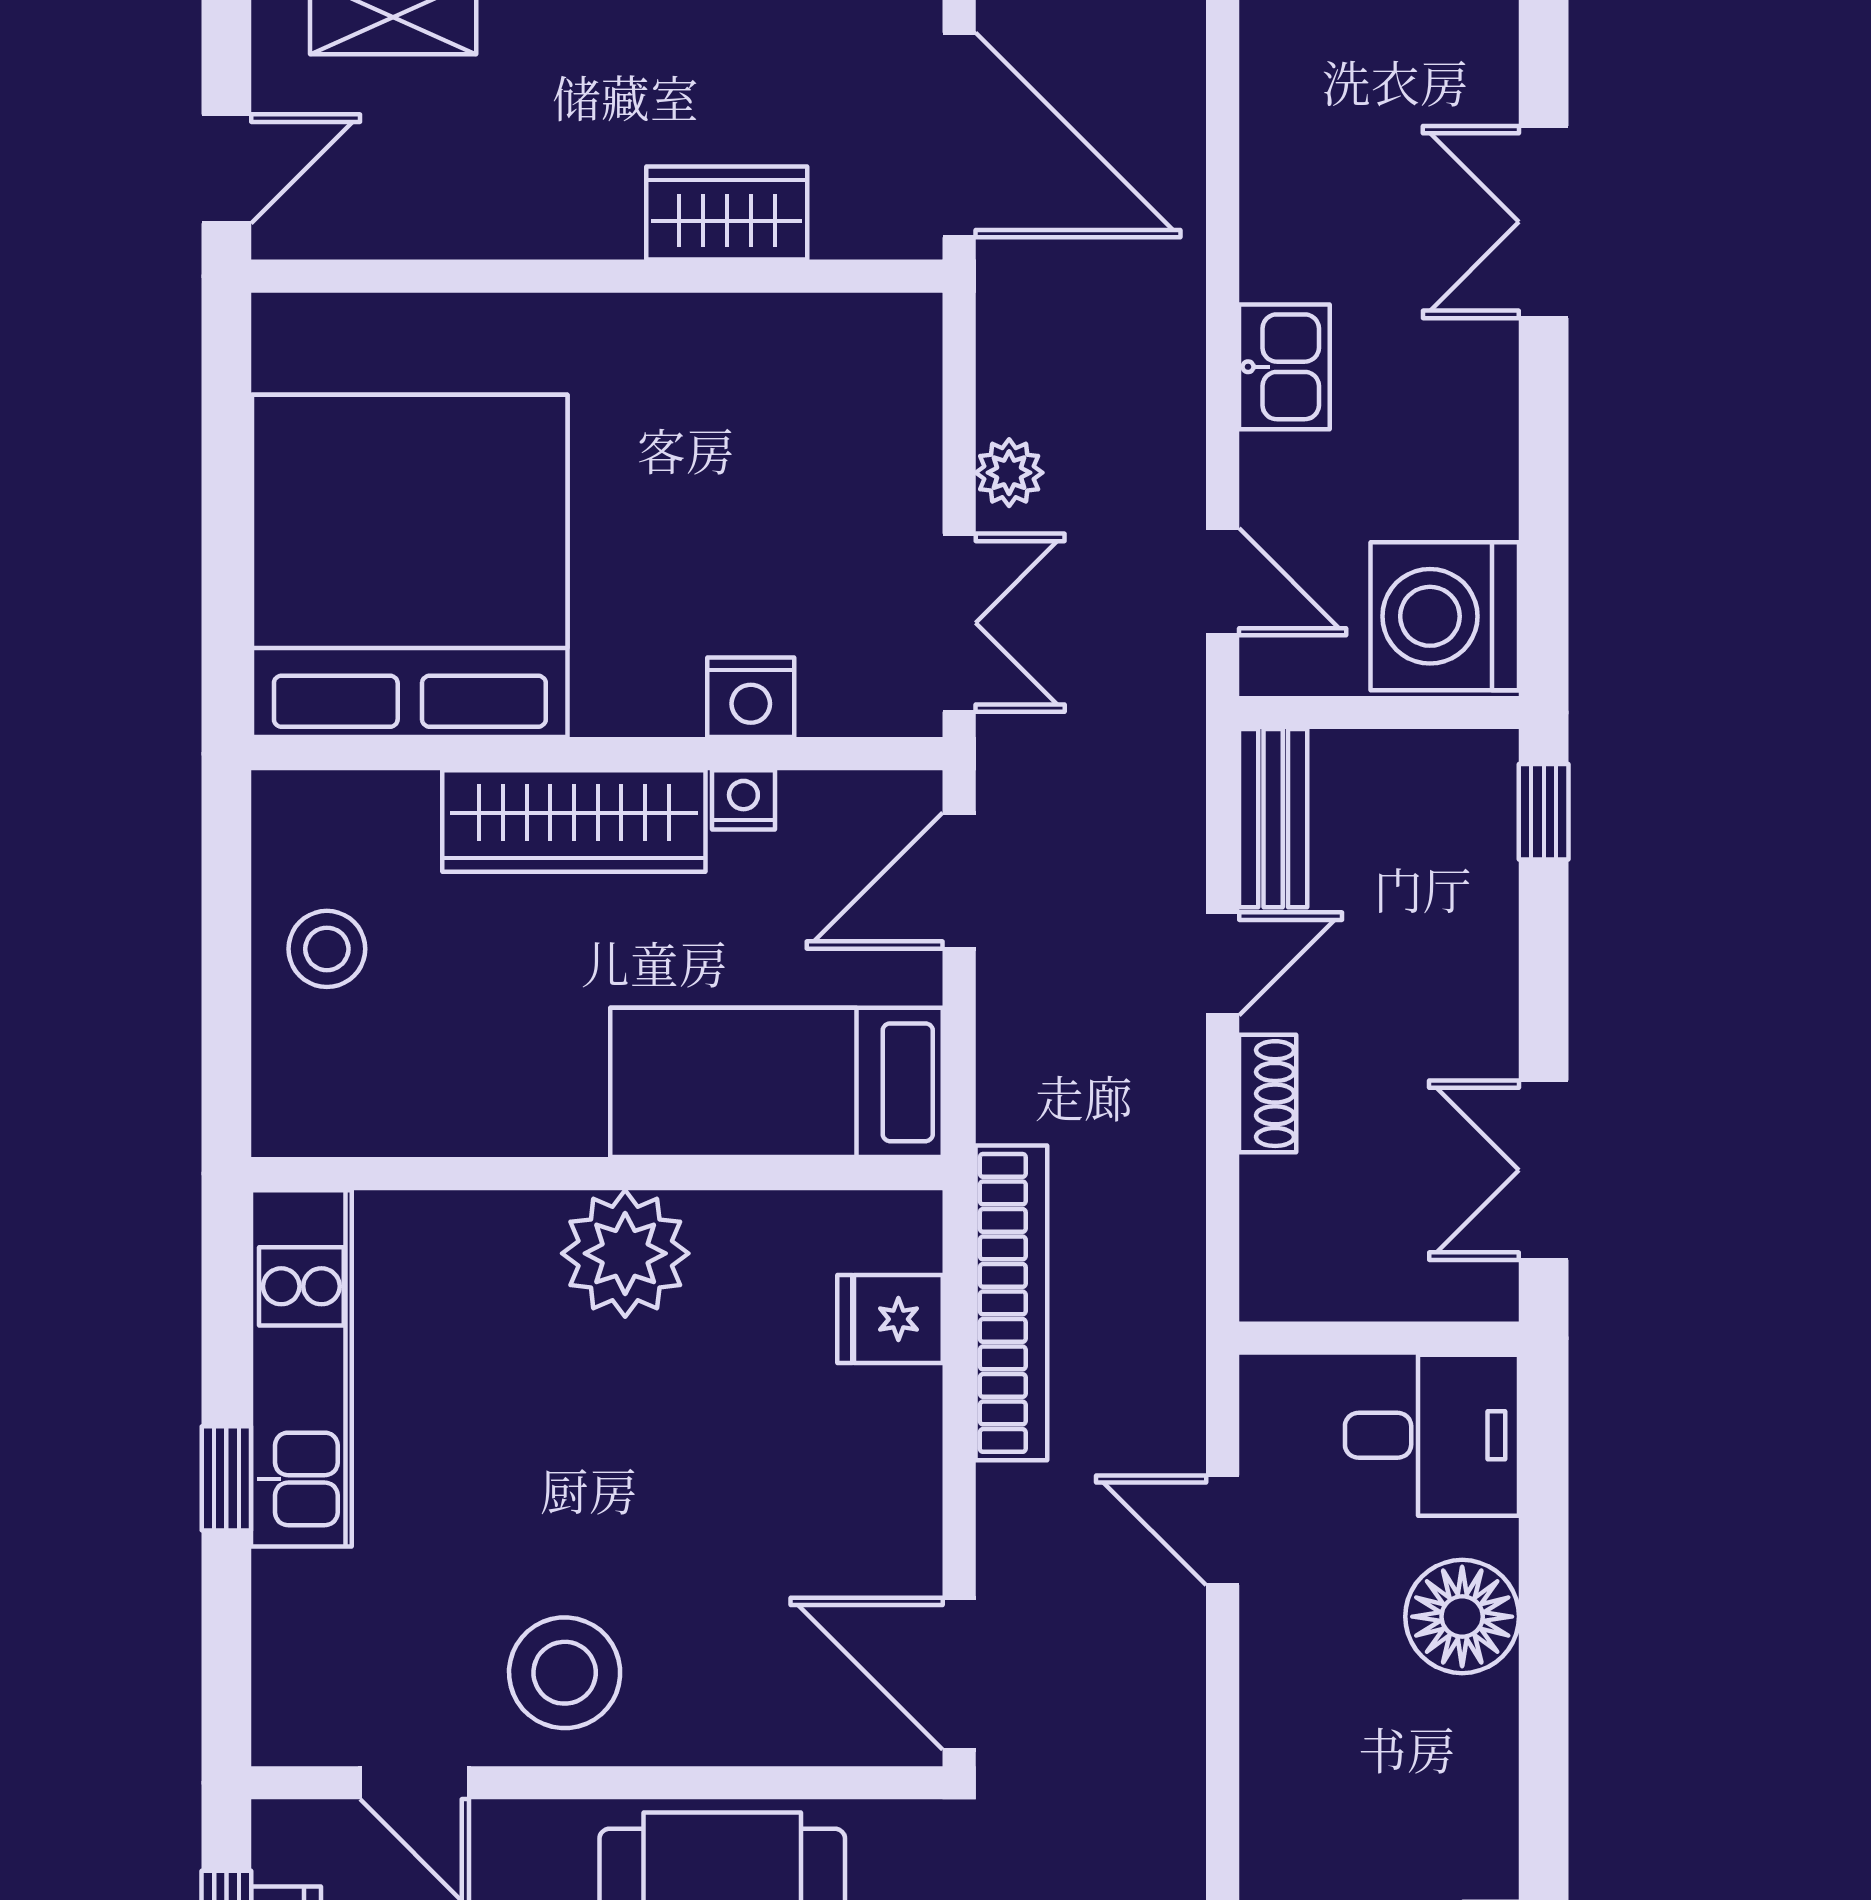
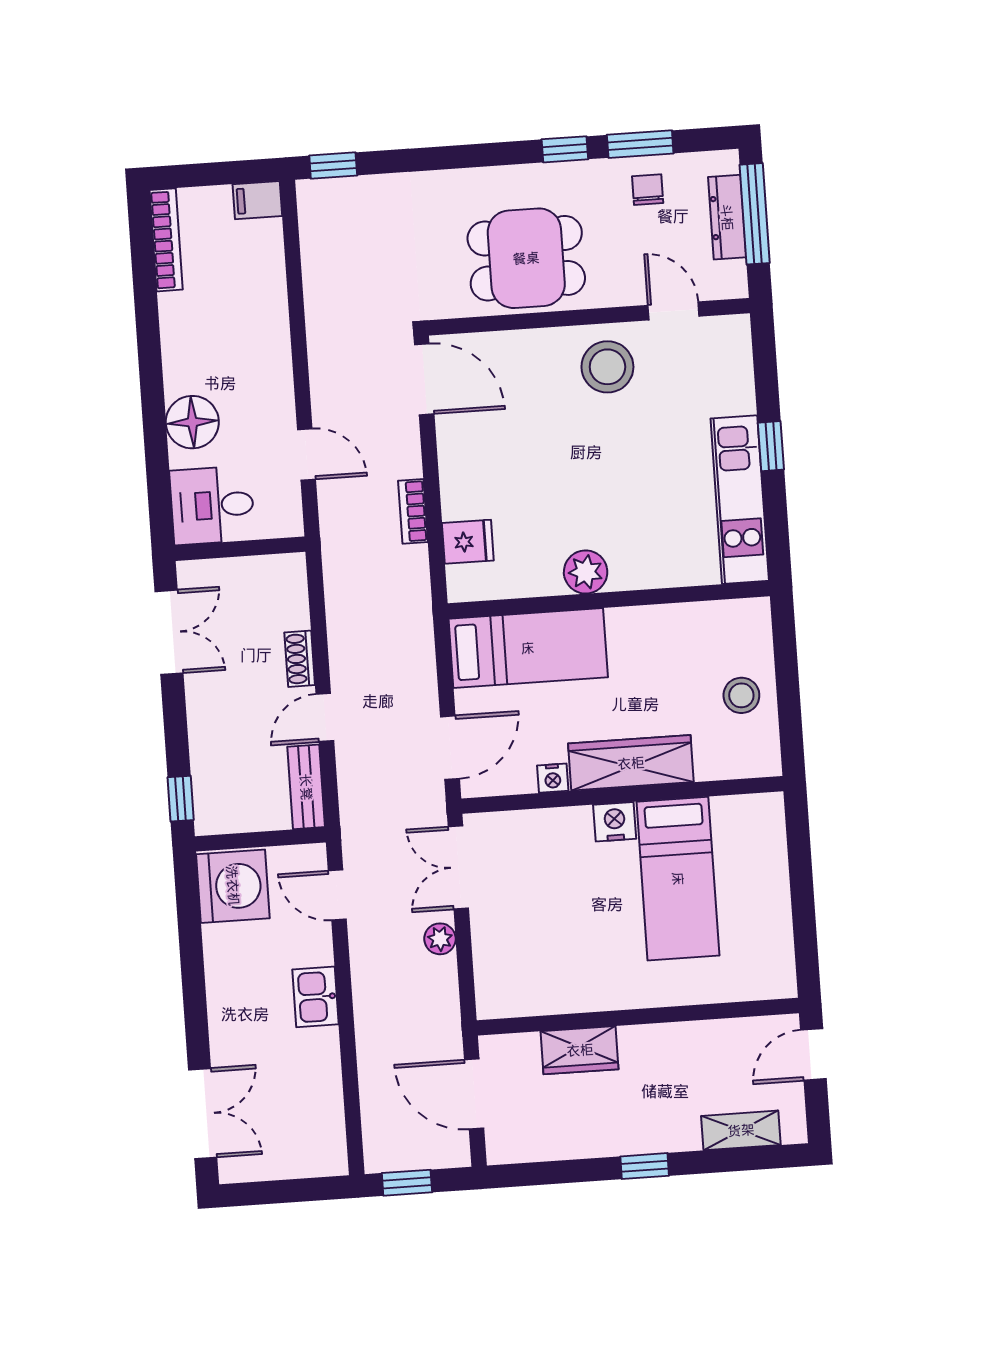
door: (959, 135) -> (474, 1094), width x0.73
double door: (1544, 222) -> (203, 1114), moved
bed: (410, 566) -> (678, 879), width x0.49
nightstand: (751, 697) -> (615, 822), moved
plant: (625, 1253) -> (586, 572), width x0.73, depth x0.73
bookcase: (1011, 1303) -> (413, 511), width x0.43, depth x0.76

